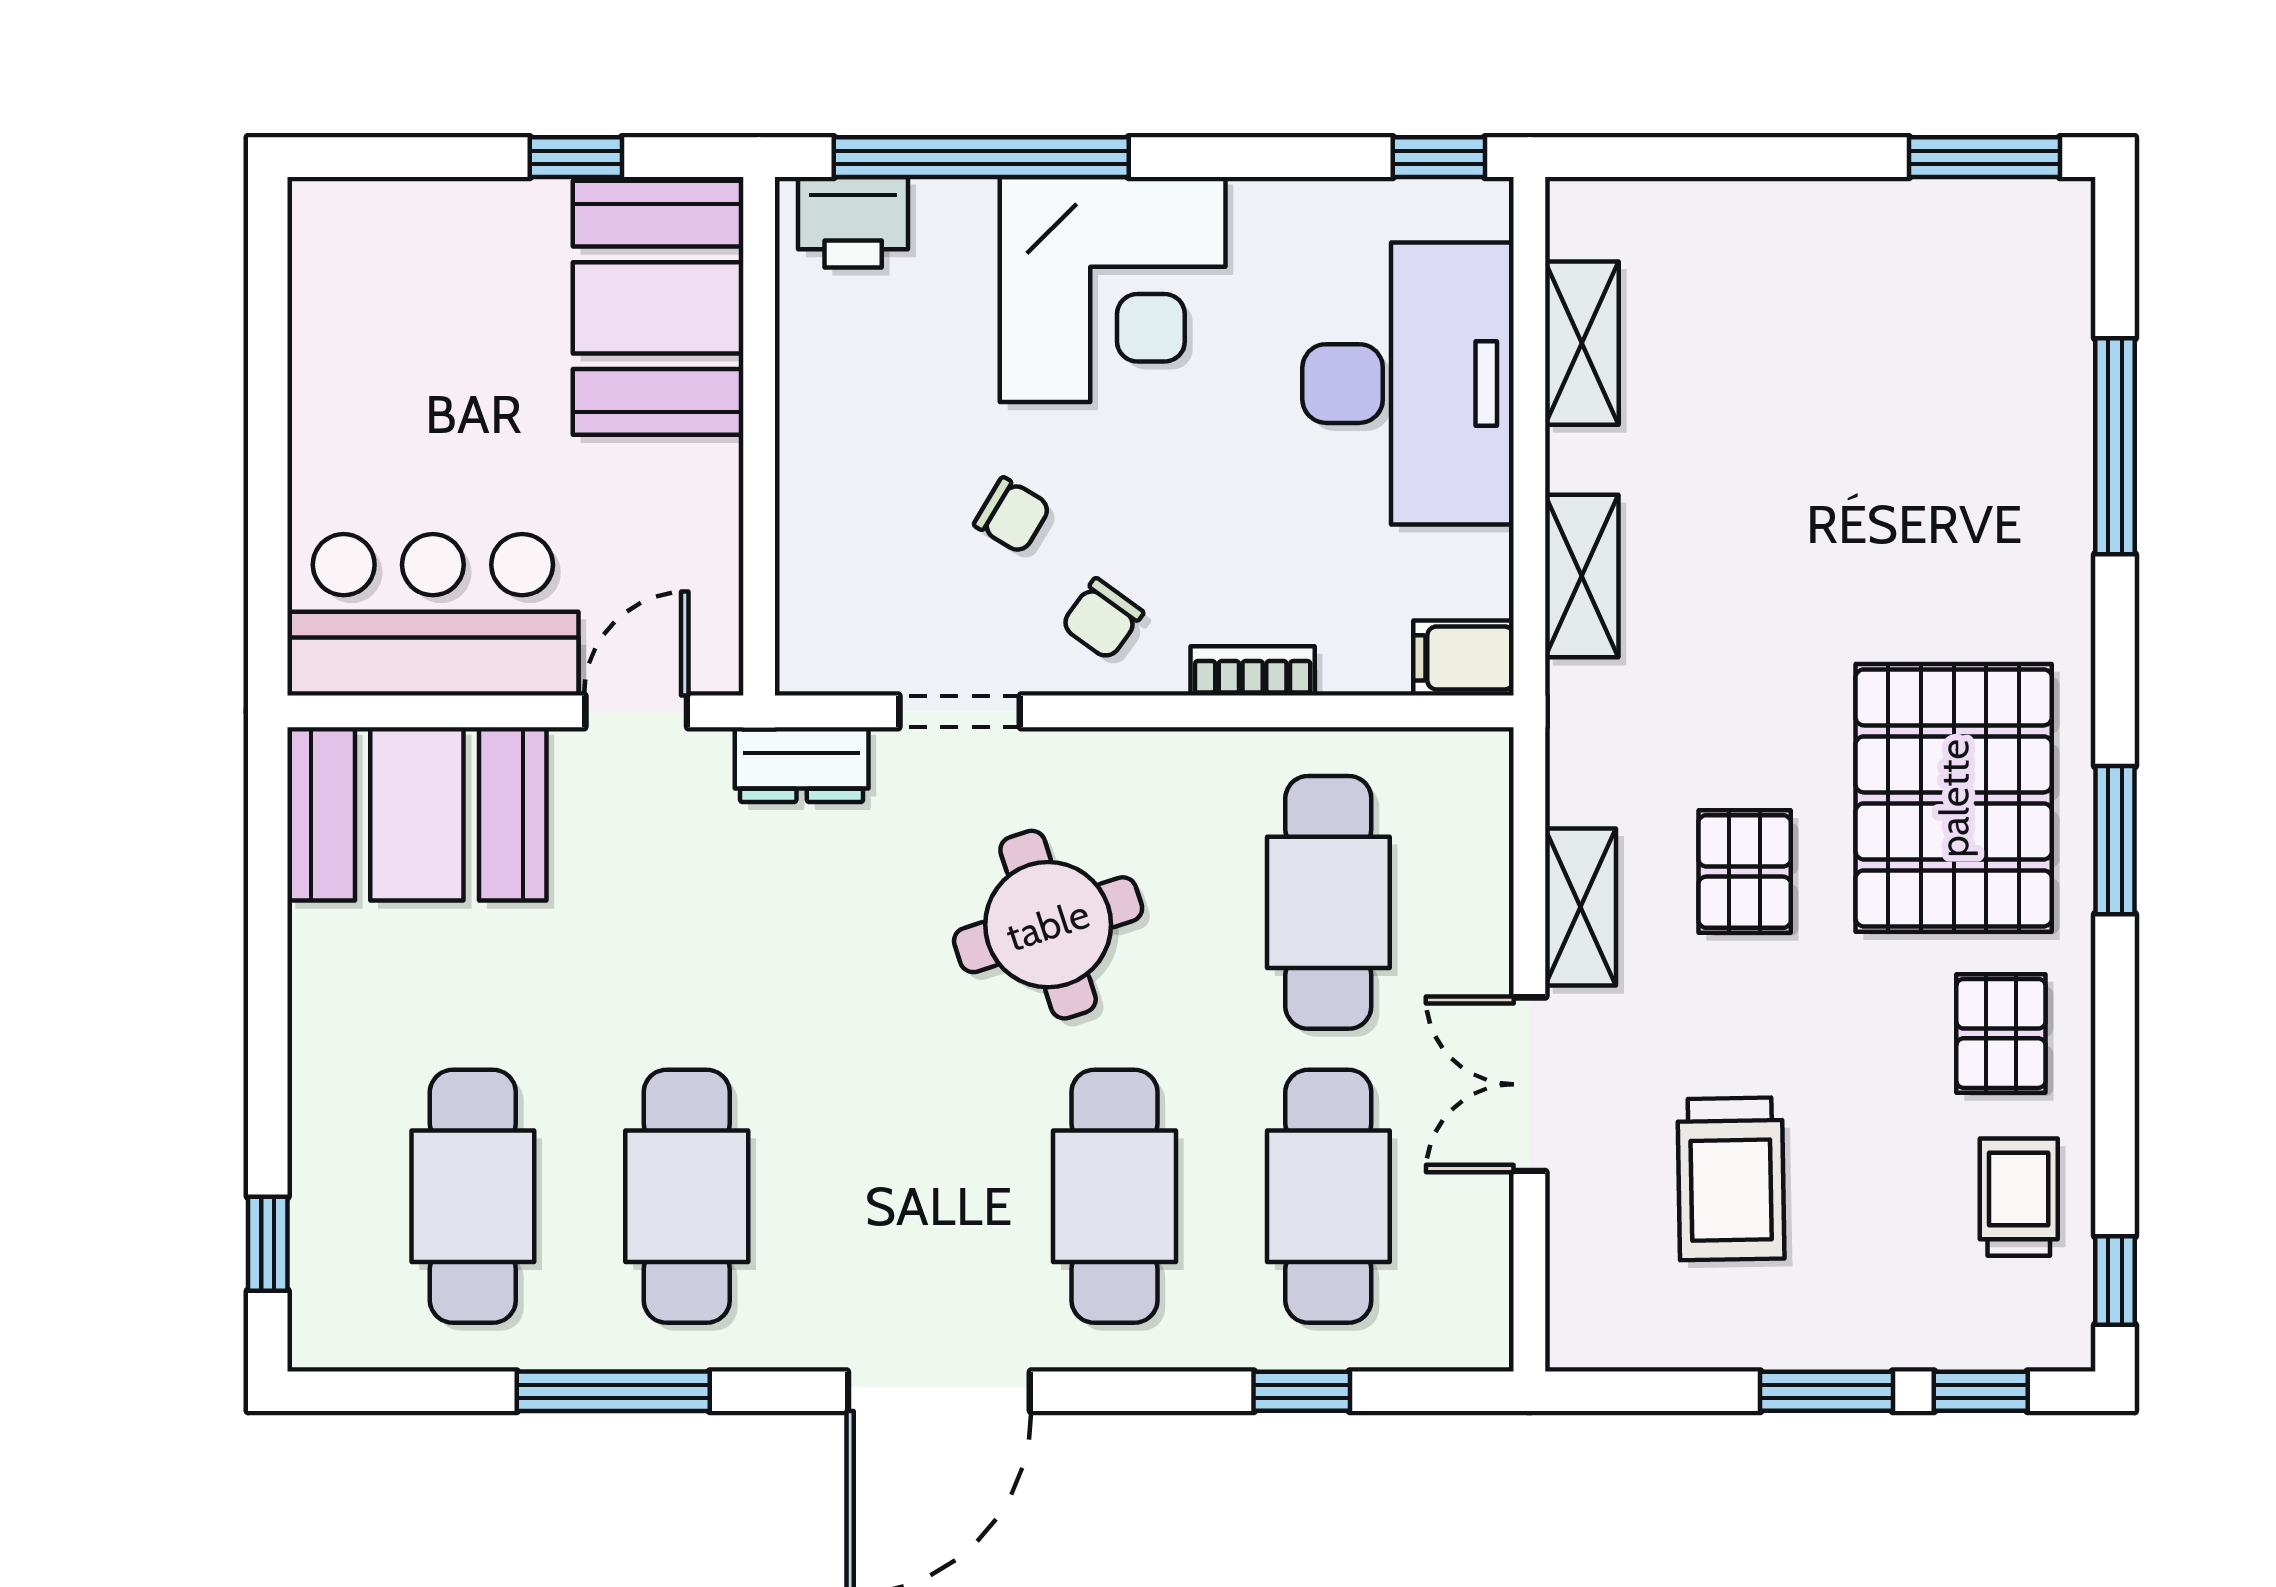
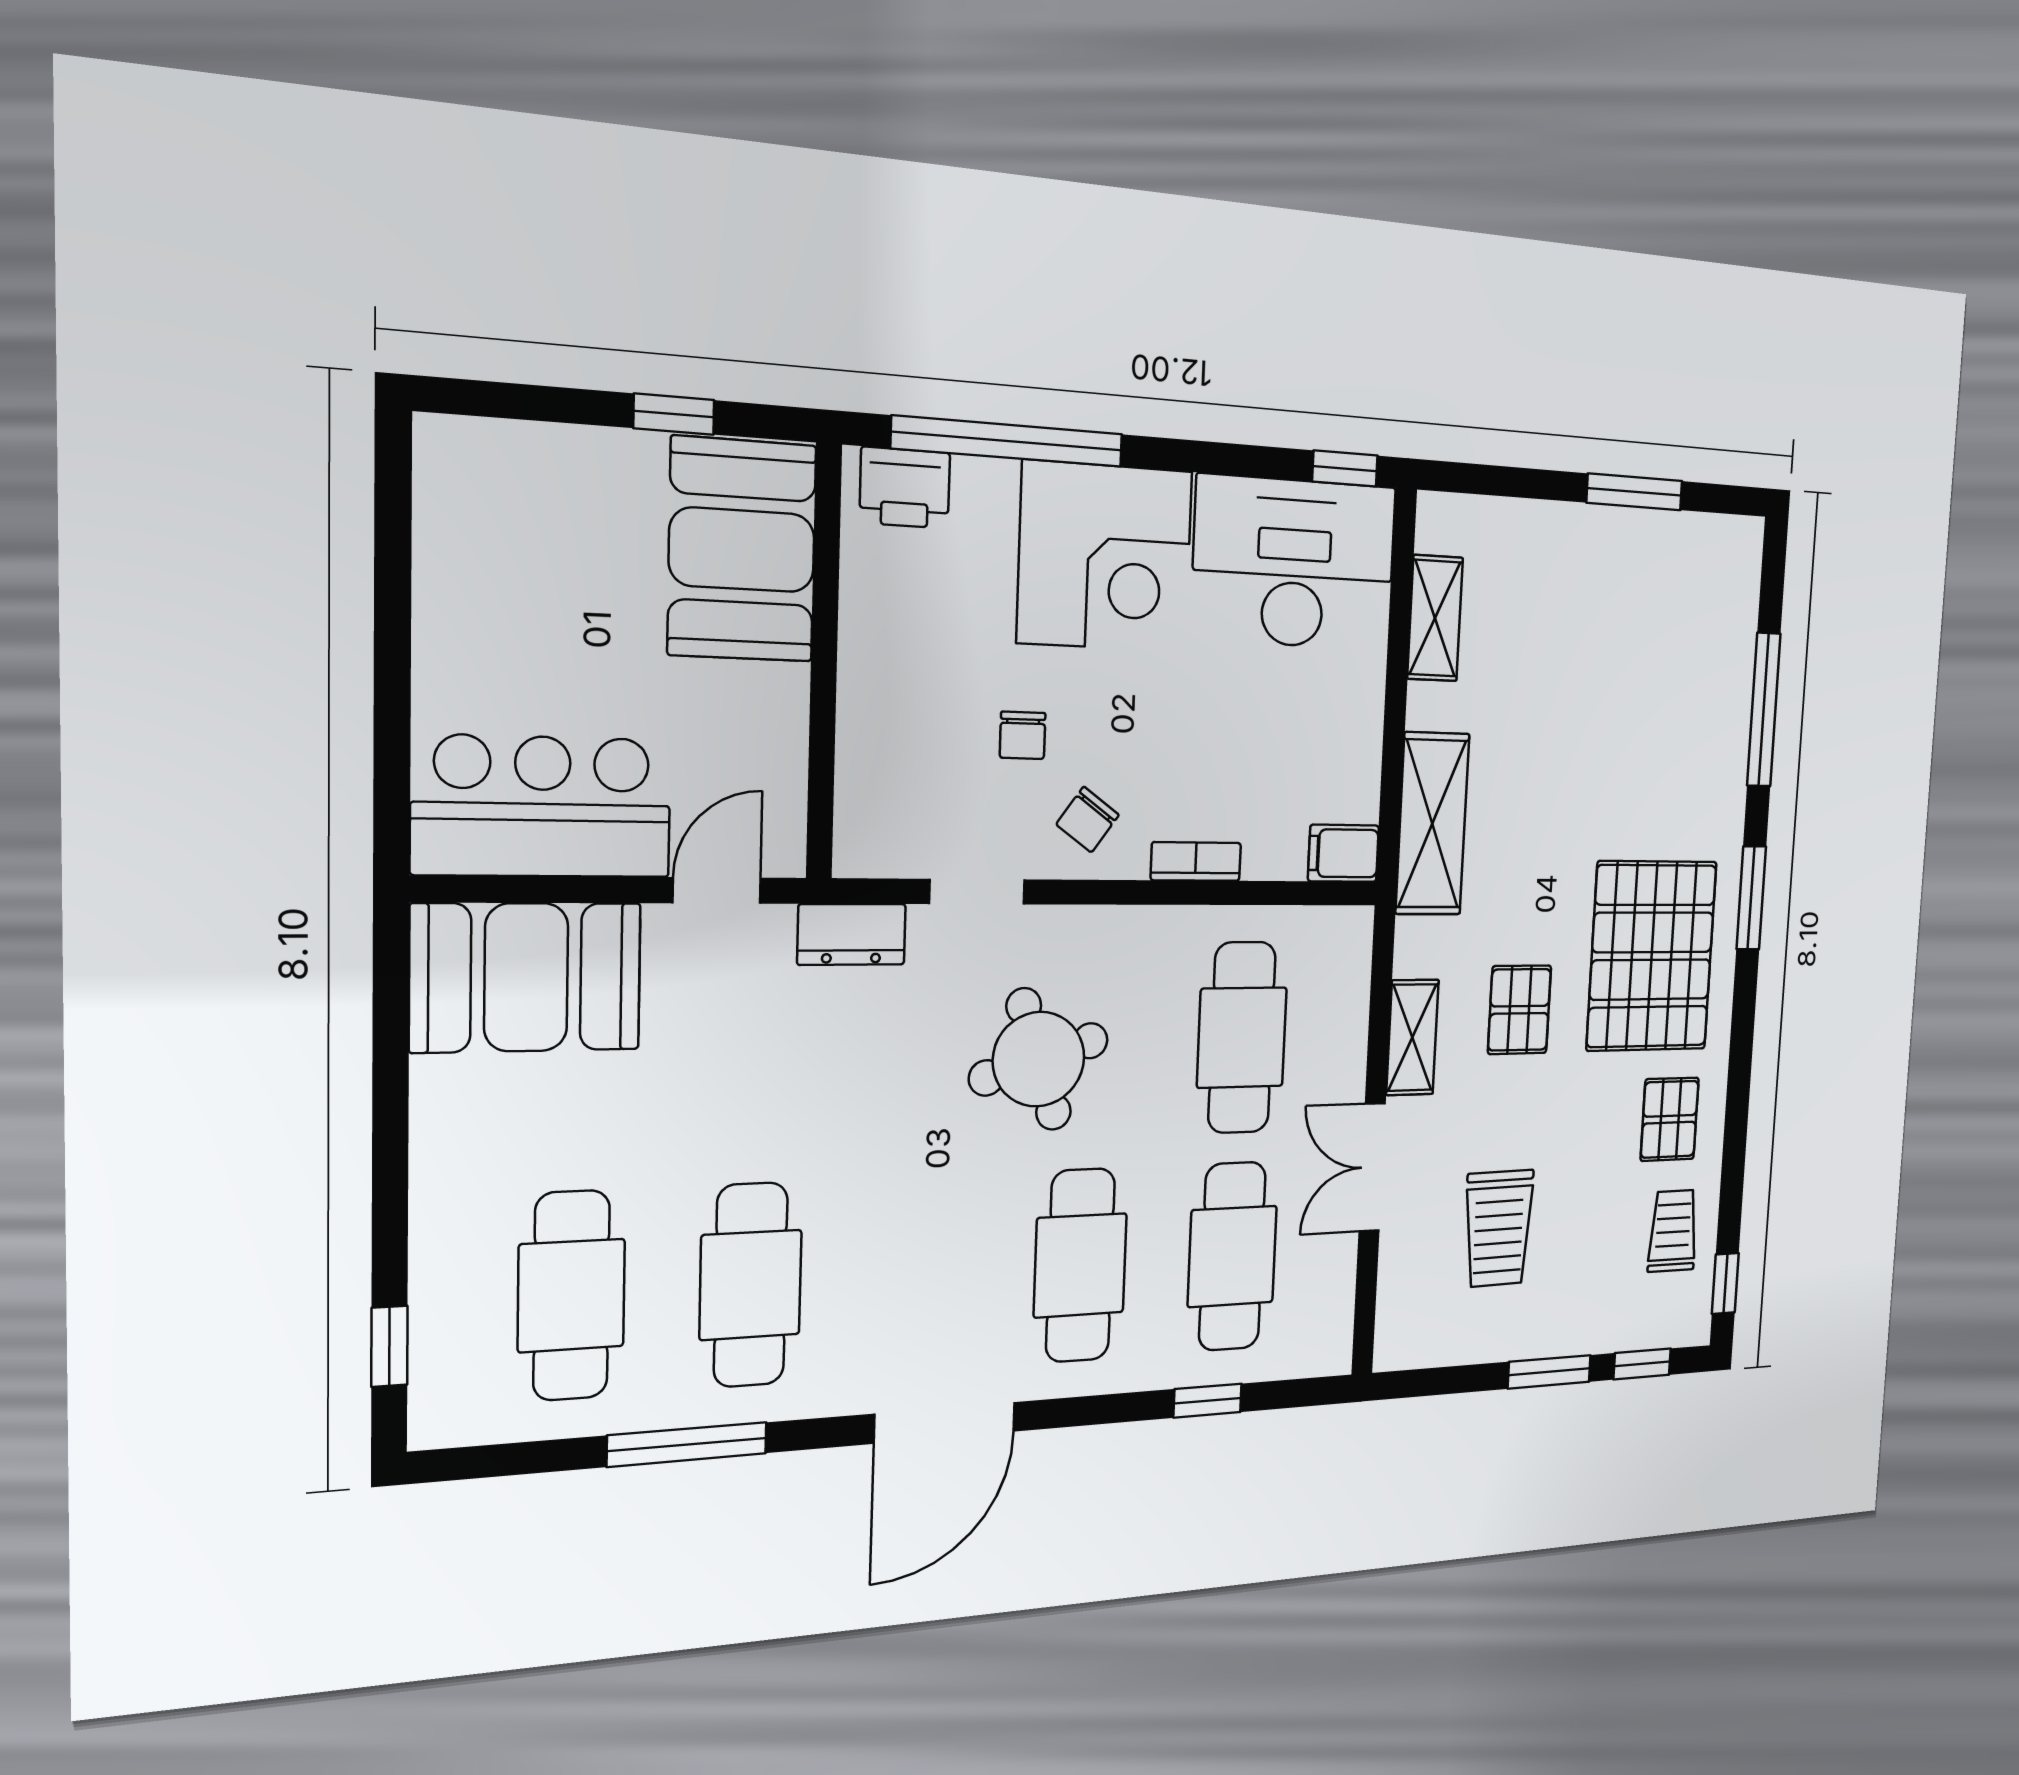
window: (1985, 157) -> (1634, 492), moved
desk: (1408, 384) -> (1294, 563), moved, turned -90
chair: (1012, 515) -> (1023, 735), turned 59
shelving: (1582, 576) -> (1432, 824), width x1.50, depth x1.33
window: (2115, 840) -> (1751, 898), moved

